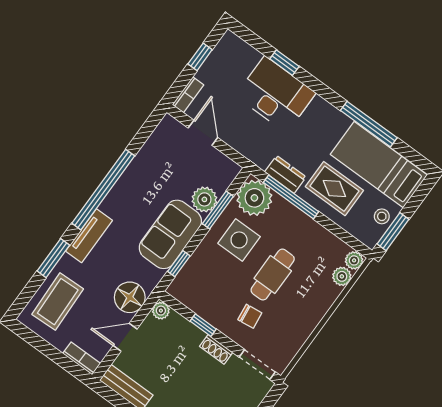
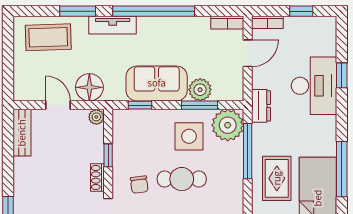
dresser: (285, 174) -> (261, 106), moved
bookcase: (82, 358) -> (227, 23), moved, turned 90

